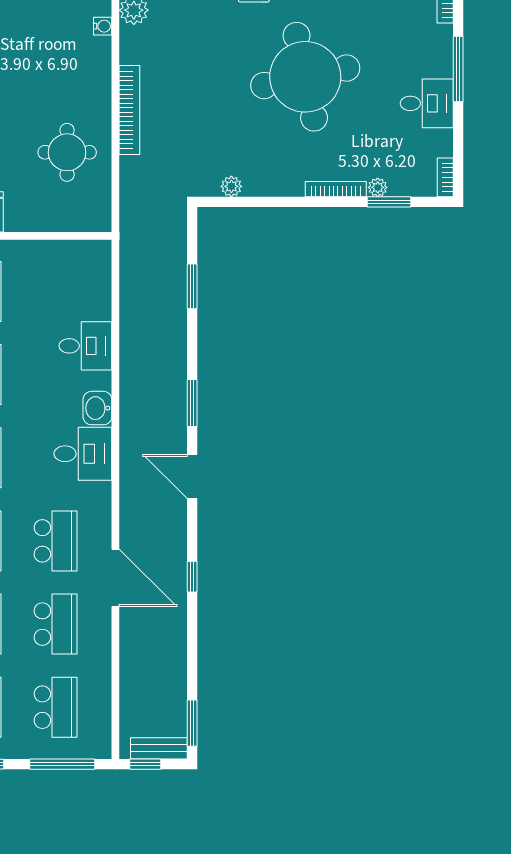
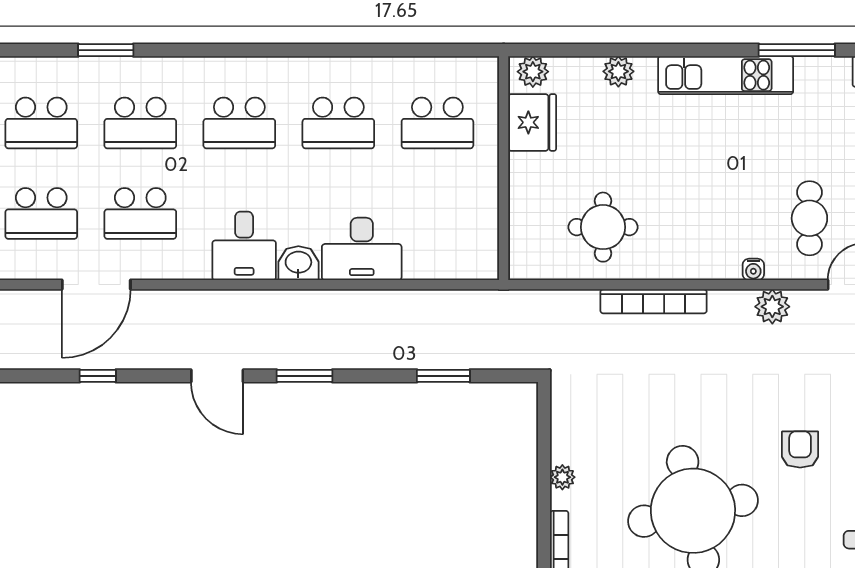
plant: (231, 186) -> (562, 477), moved
desk: (85, 346) -> (362, 249), width x1.37
door: (192, 476) -> (217, 376), swing flipped

